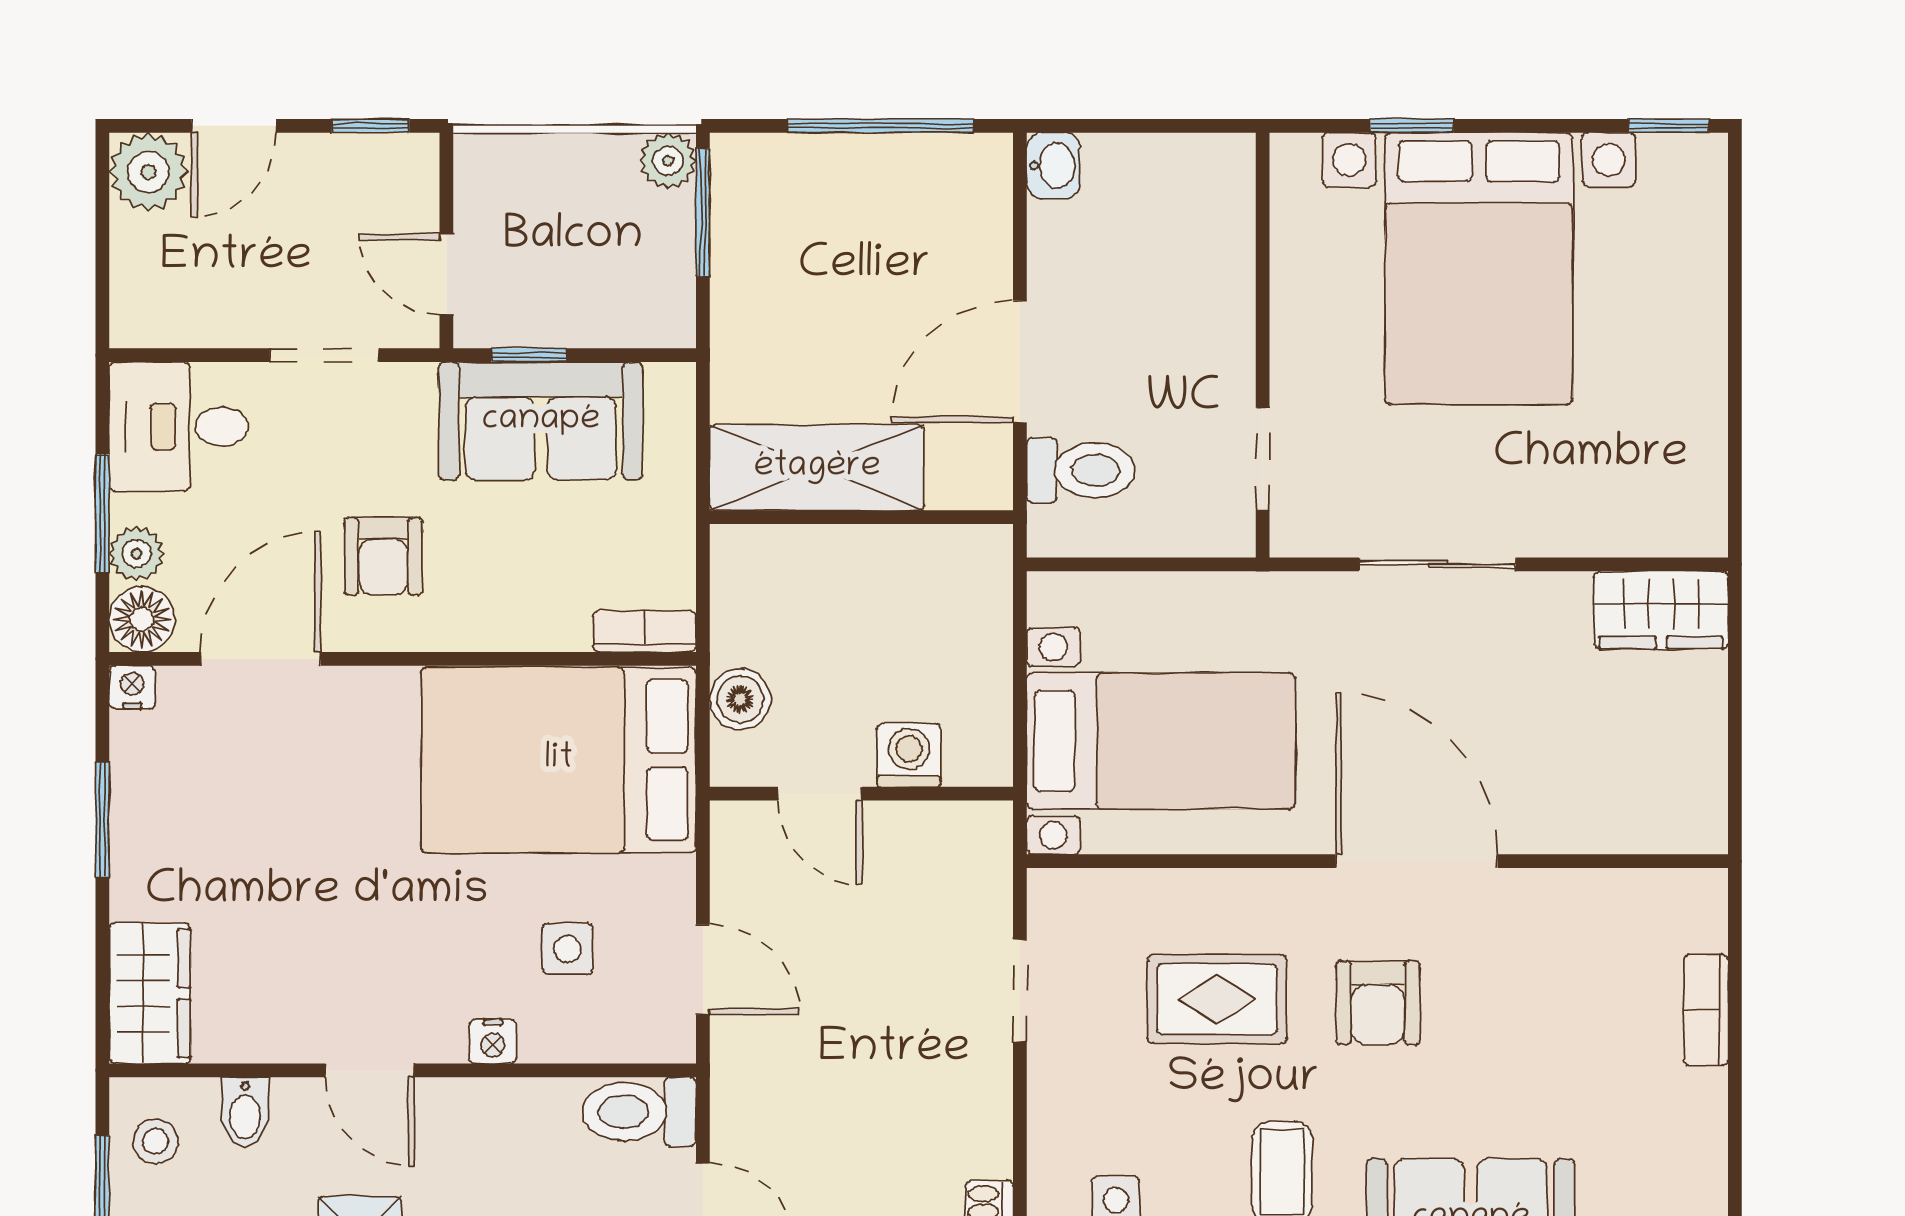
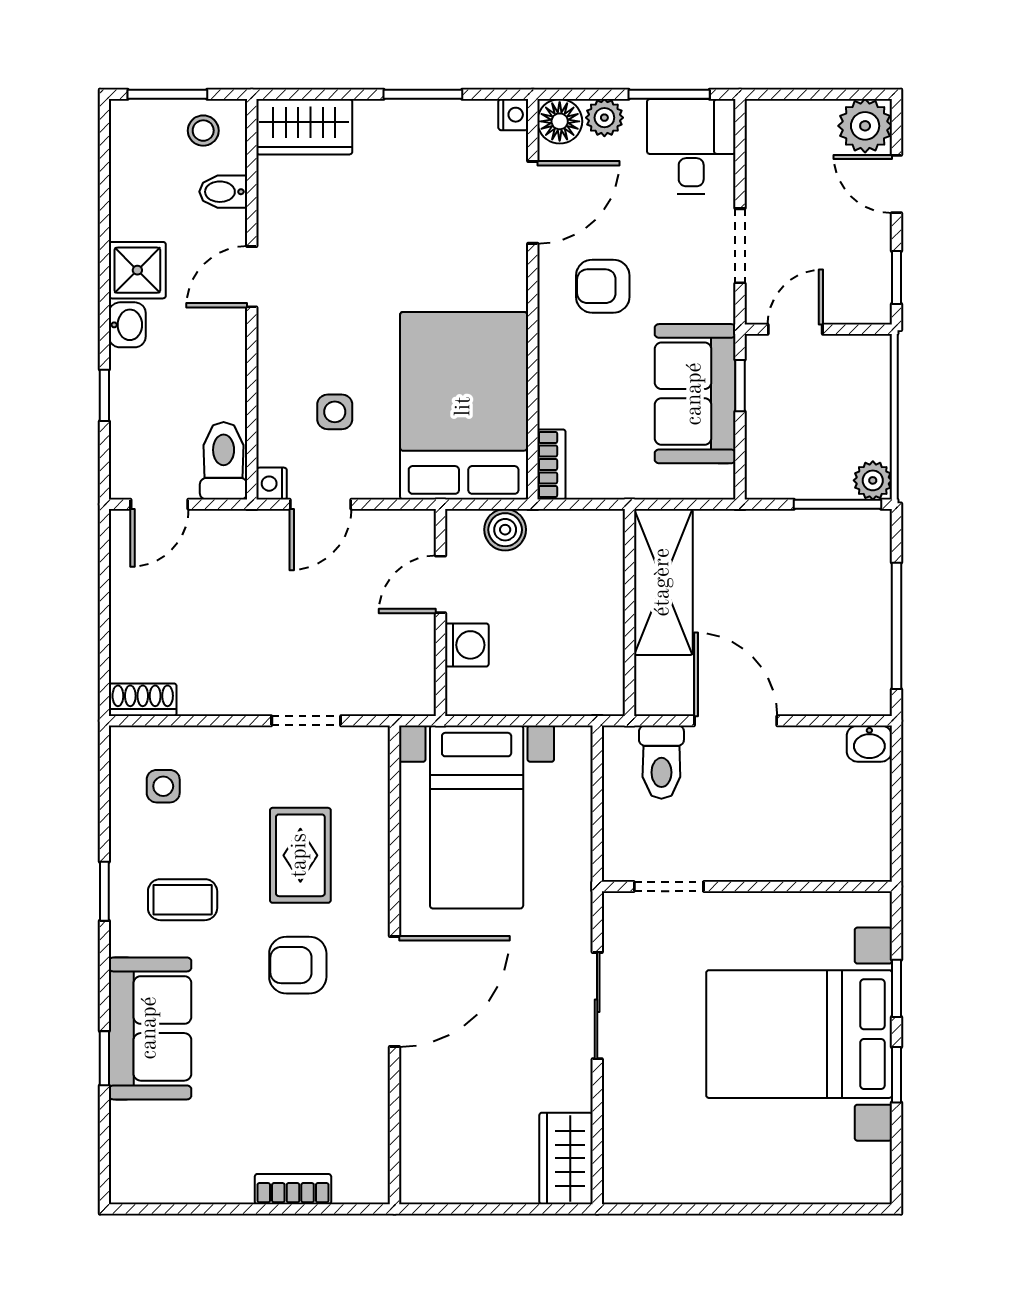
window: (1669, 126) -> (897, 1075), moved
window: (102, 514) -> (669, 94), moved
door: (261, 659) -> (533, 202), hinge flipped
nightstand: (493, 1041) -> (272, 484), moved

